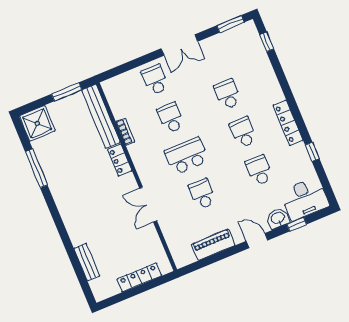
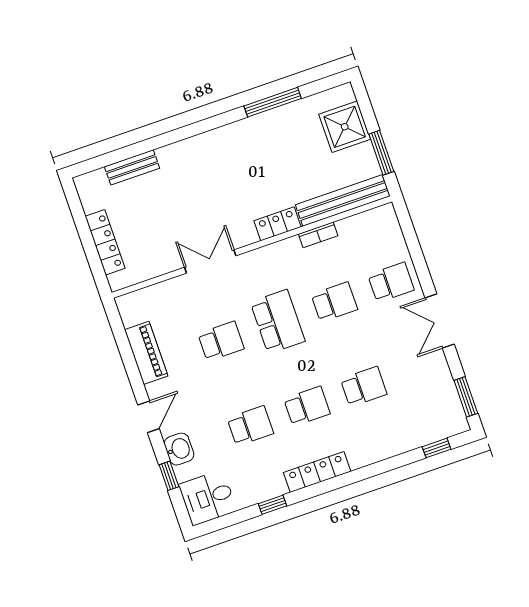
shower: (37, 123) -> (345, 127), moved
desk: (305, 199) -> (208, 498), width x0.73

